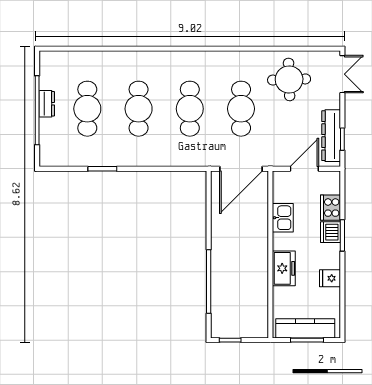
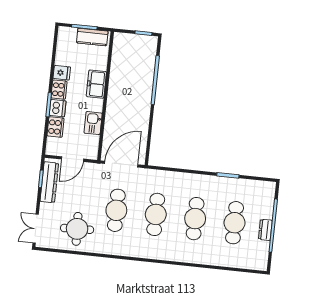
cooker: (331, 256) -> (59, 90), added
kitchen counter: (305, 328) -> (92, 37), width x0.67

